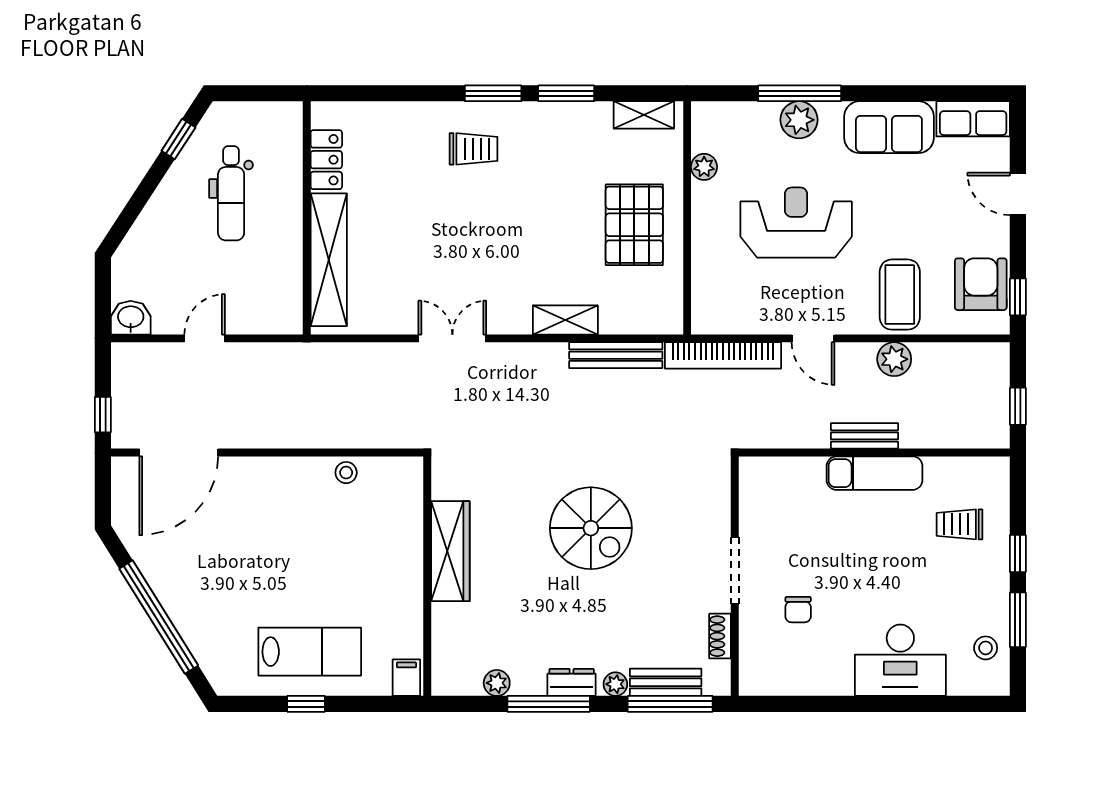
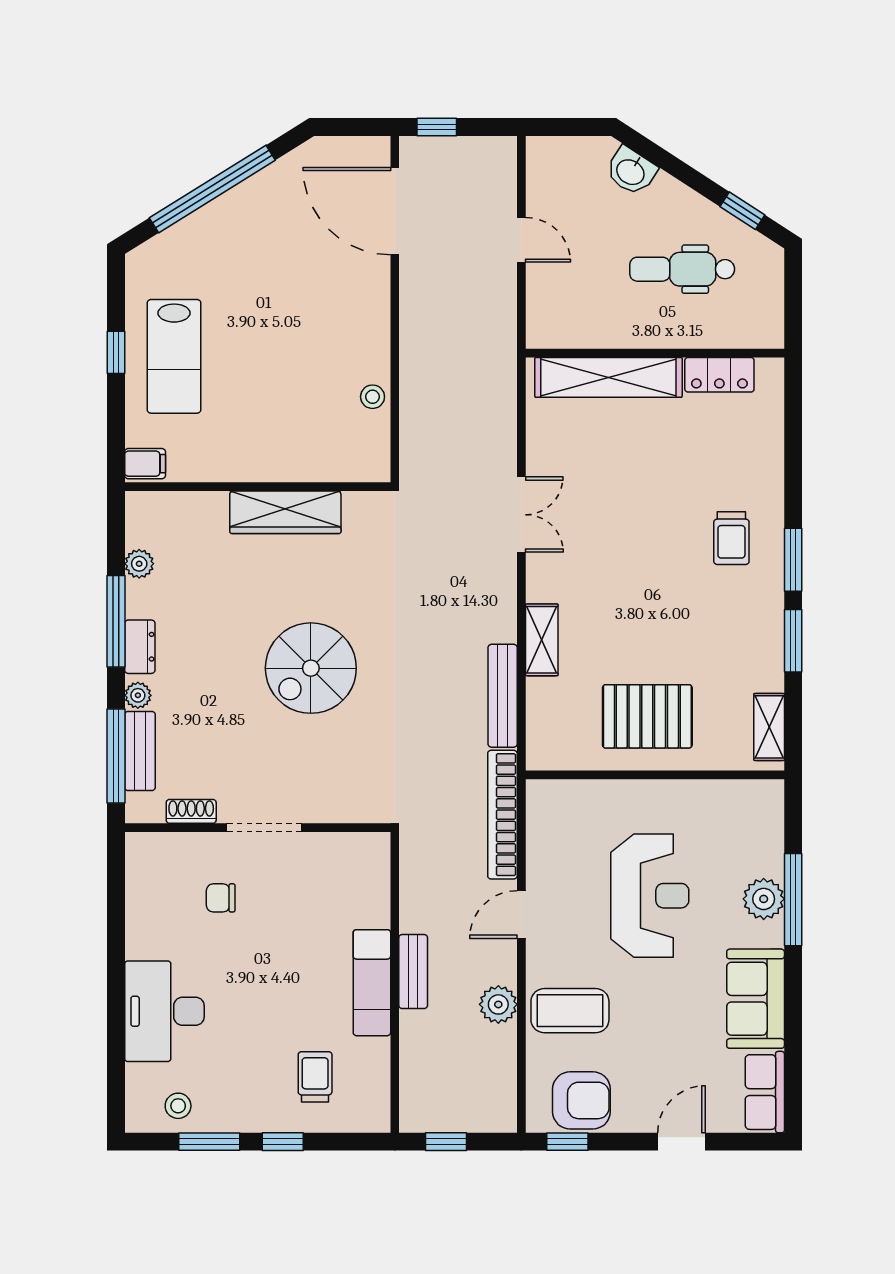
plant: (704, 167) -> (712, 794), removed
washbasin: (131, 318) -> (631, 171), moved, turned 123

